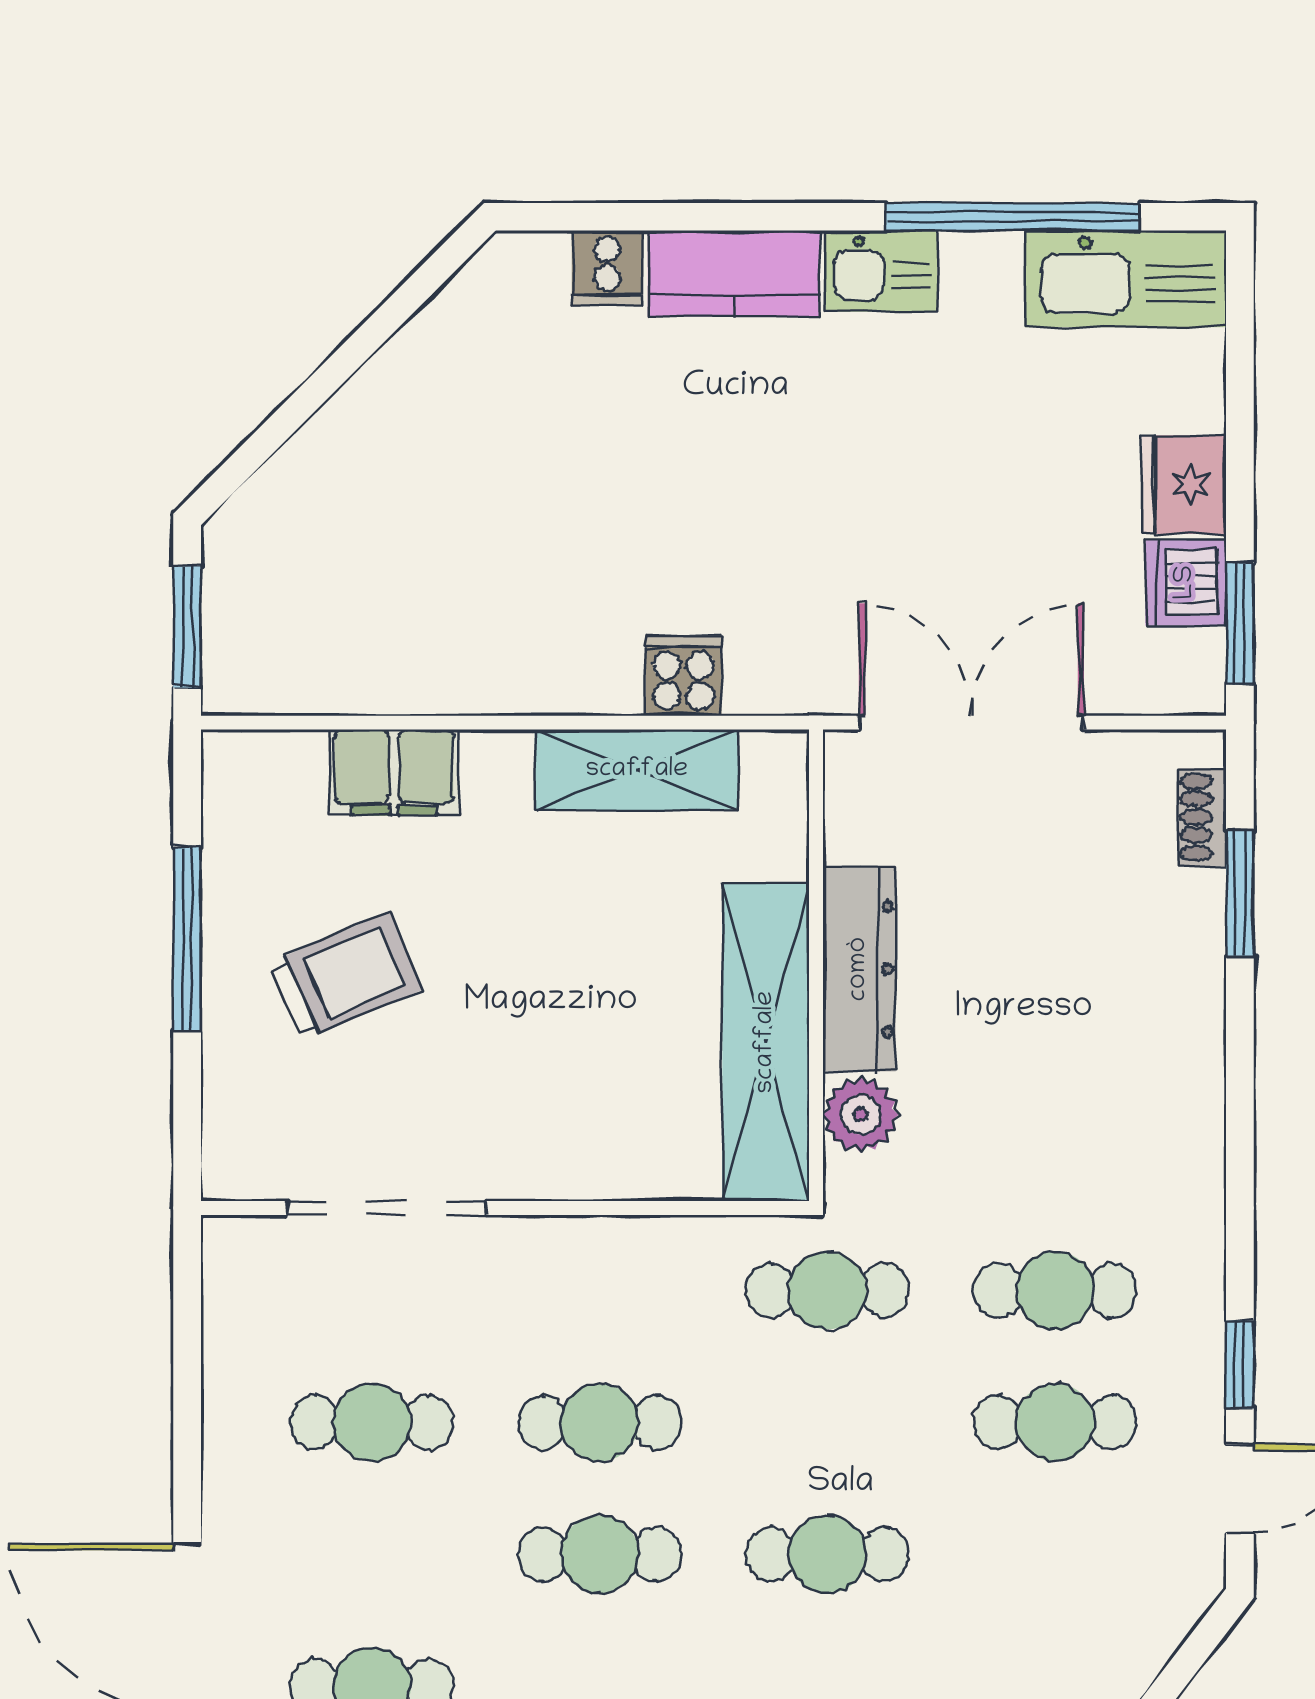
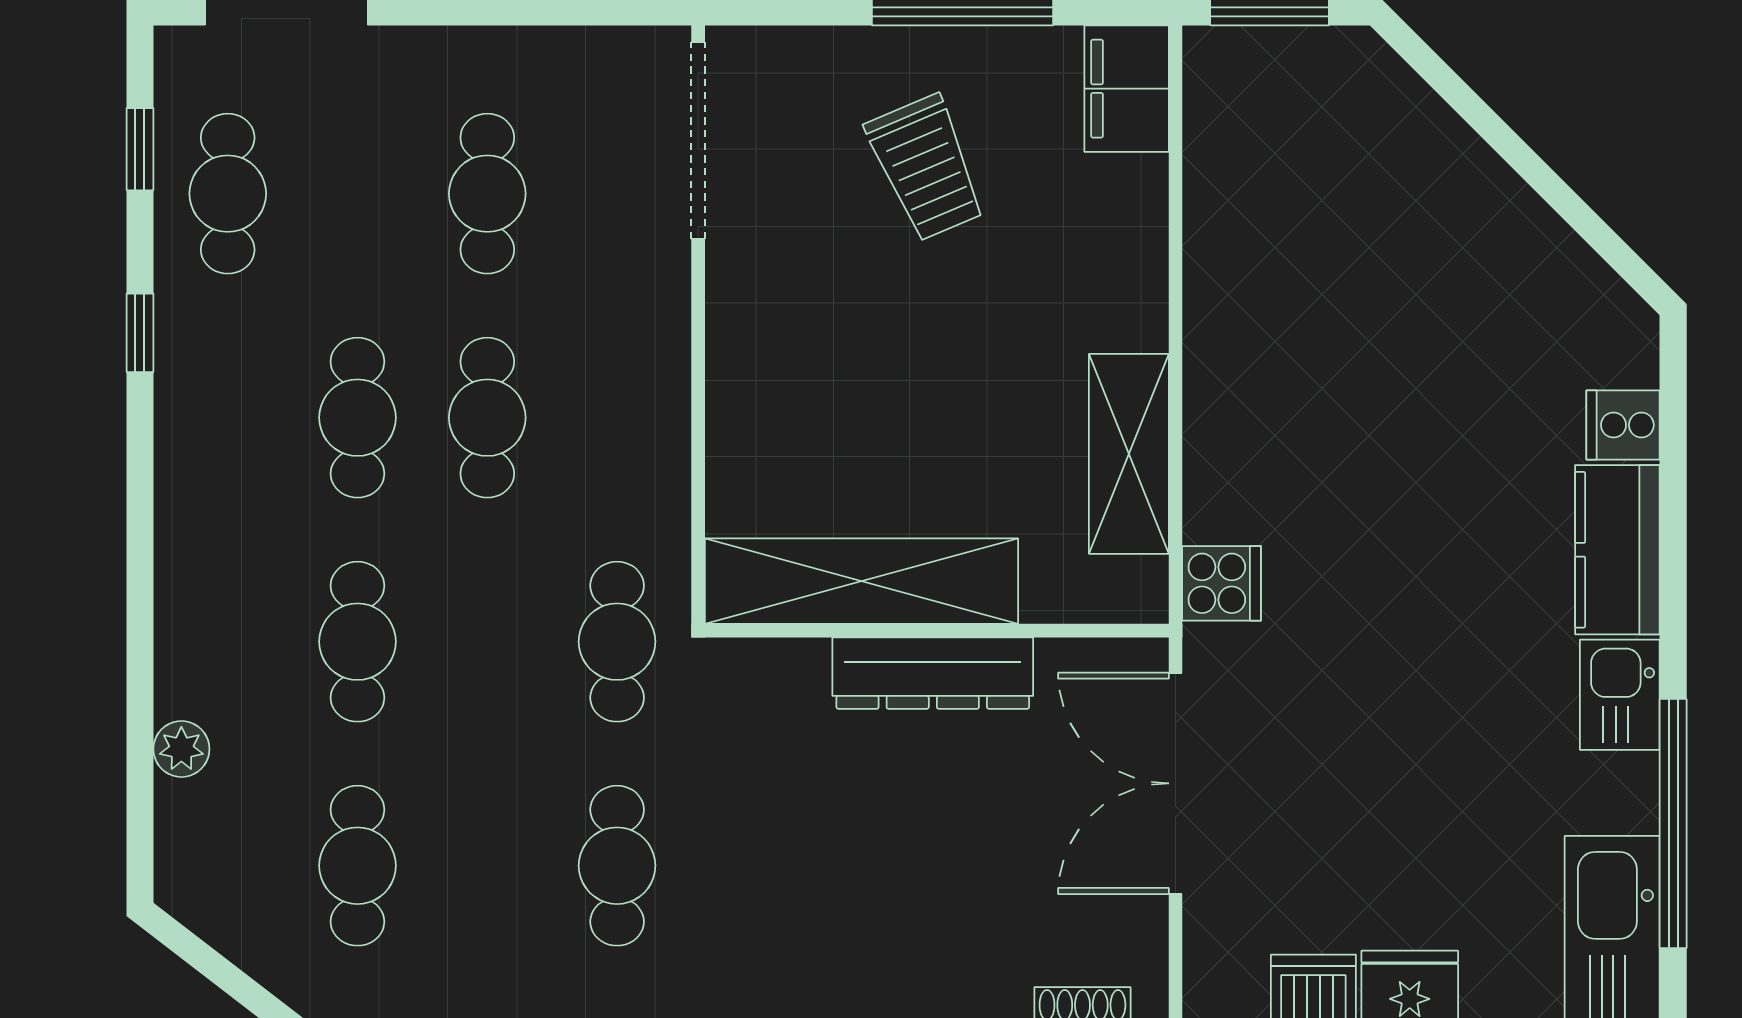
cooker: (683, 676) -> (1222, 583), moved
double door: (971, 723) -> (1176, 783), swing flipped
filing cabinet: (394, 772) -> (1127, 89), moved
plant: (861, 1115) -> (790, 674), removed
doorway: (386, 1208) -> (698, 140), moved
cafe table: (1055, 1422) -> (357, 866), moved

